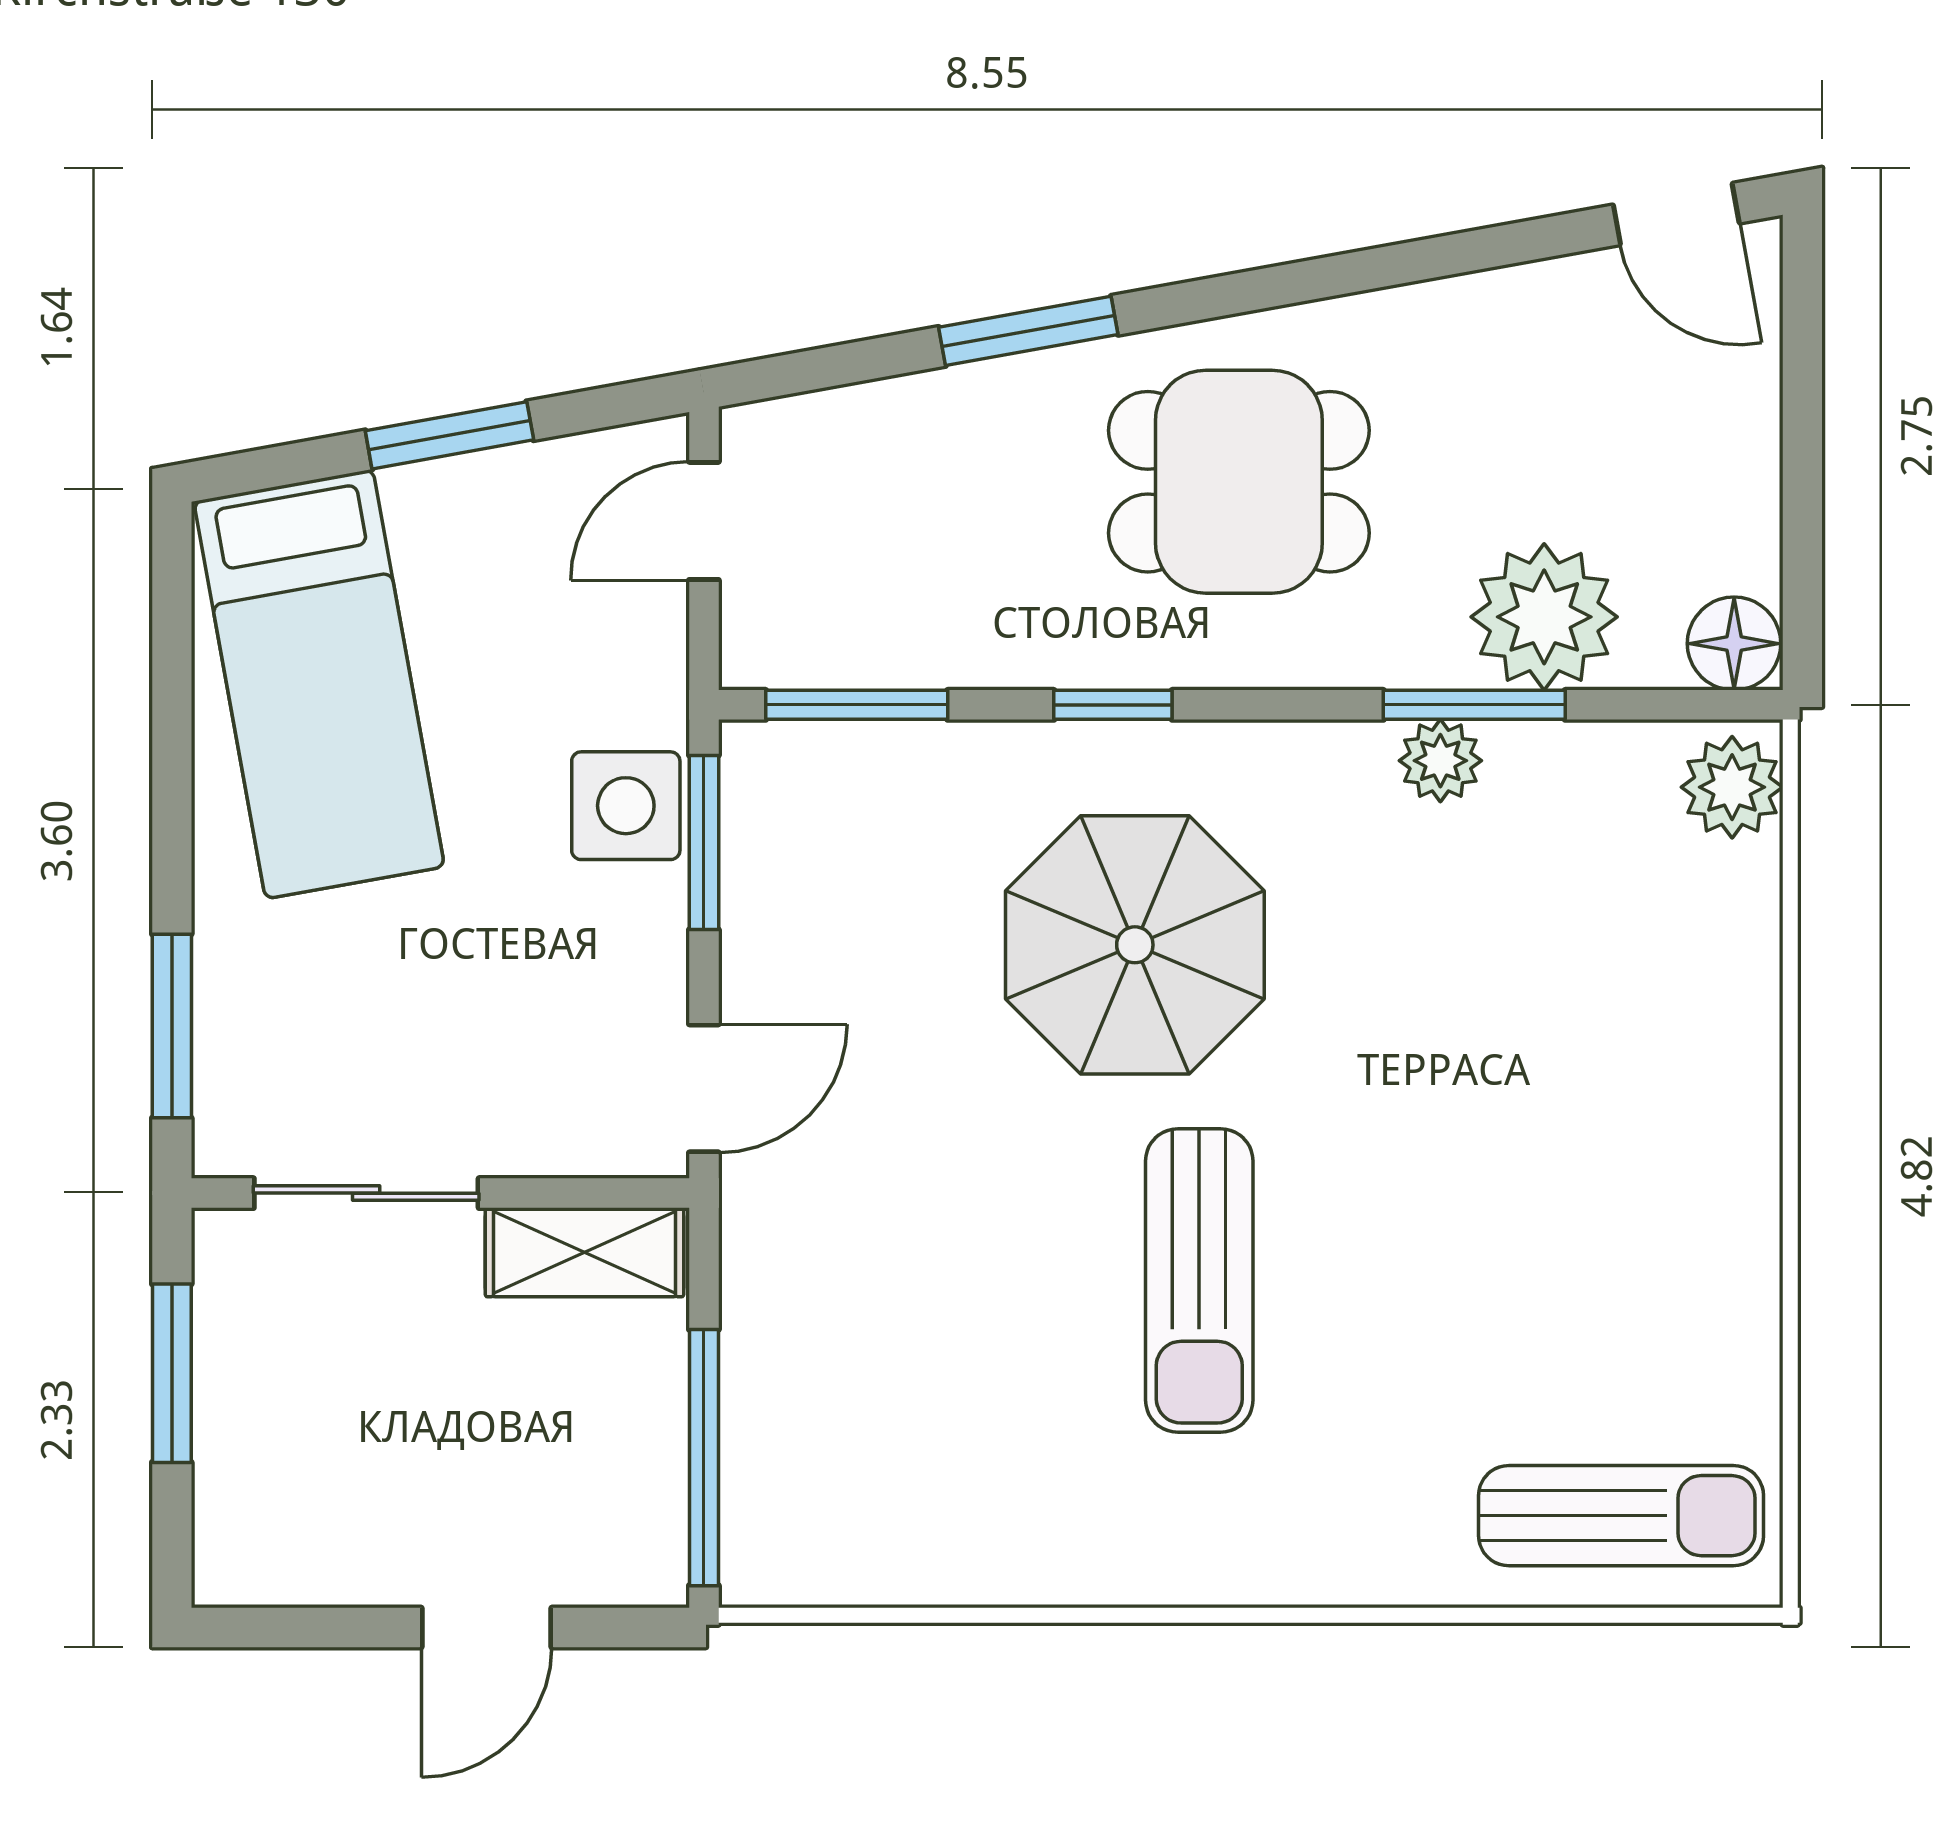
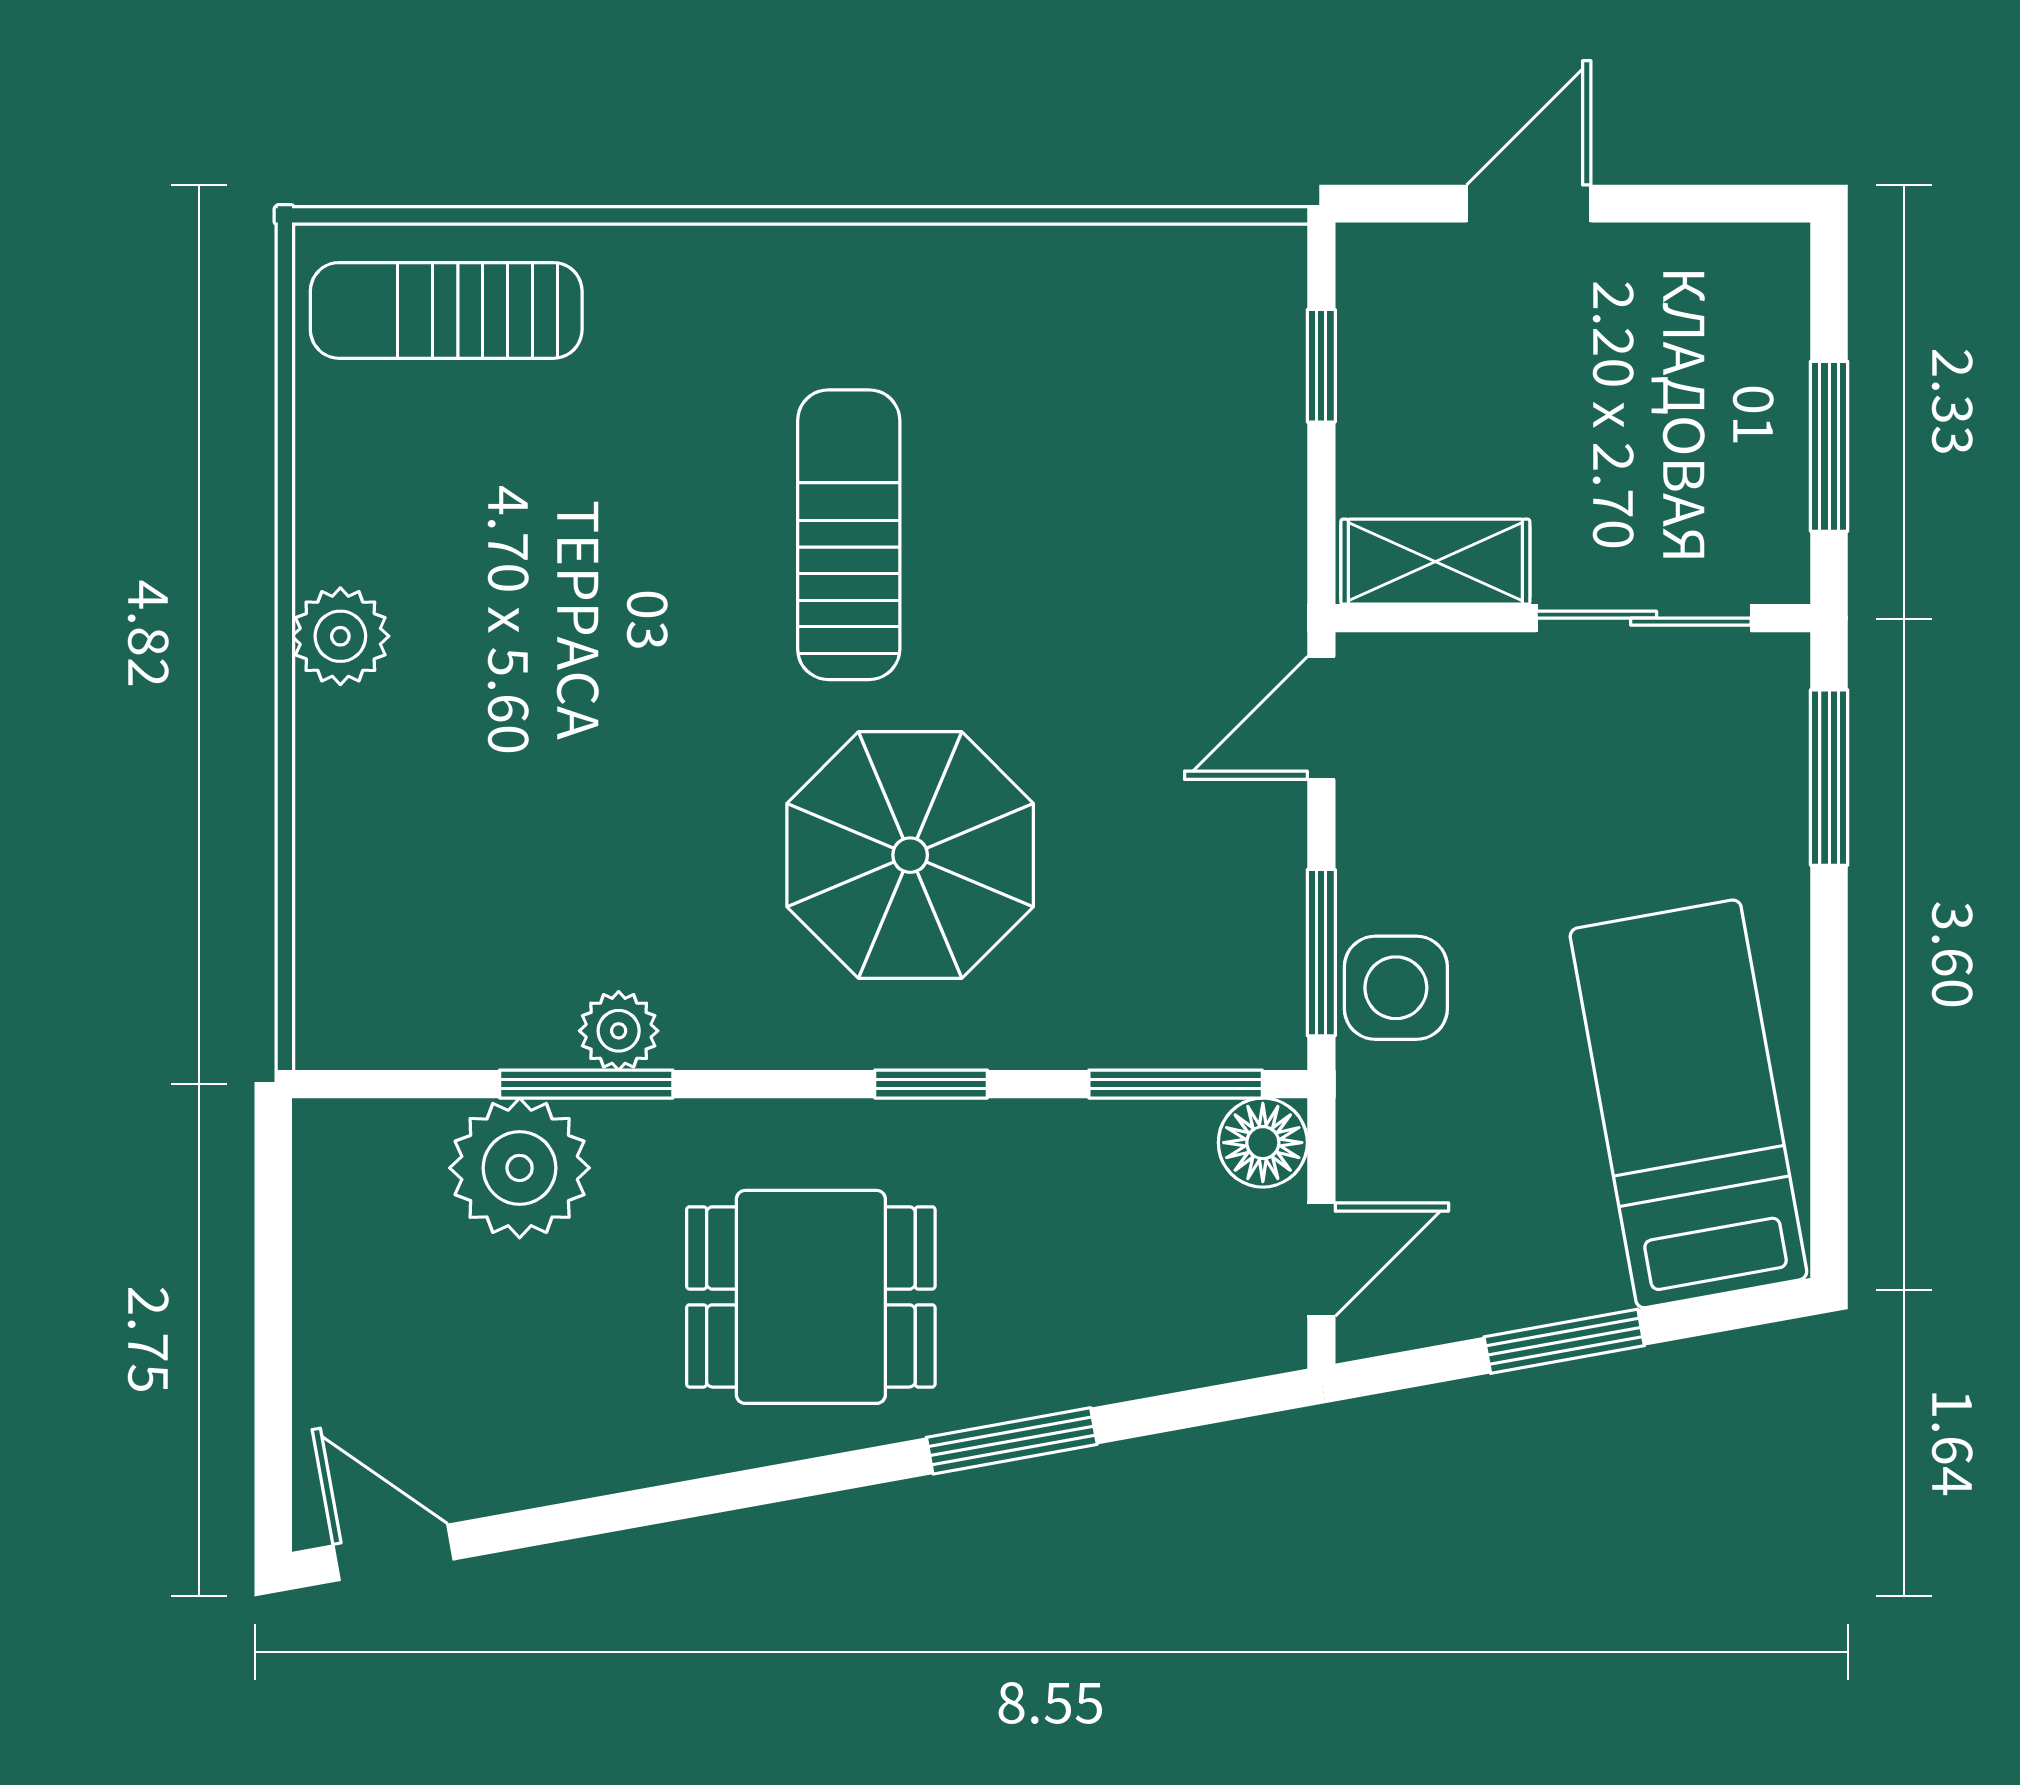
floor lamp: (1734, 644) -> (1263, 1143), moved
plant: (1732, 787) -> (340, 636), moved
window: (704, 1458) -> (1321, 366), width x0.46

